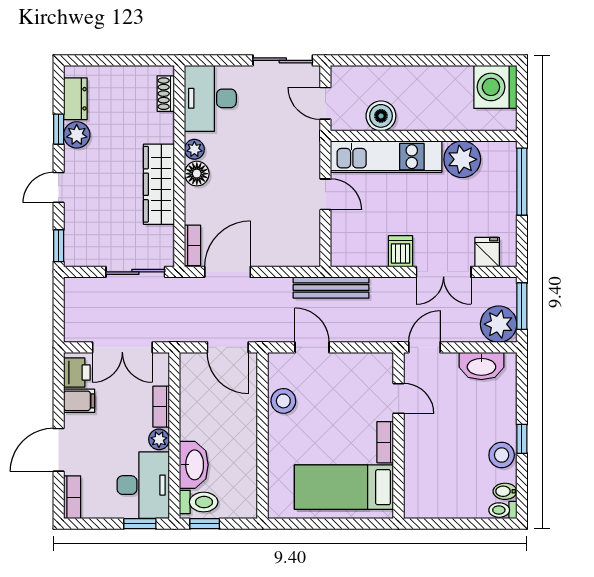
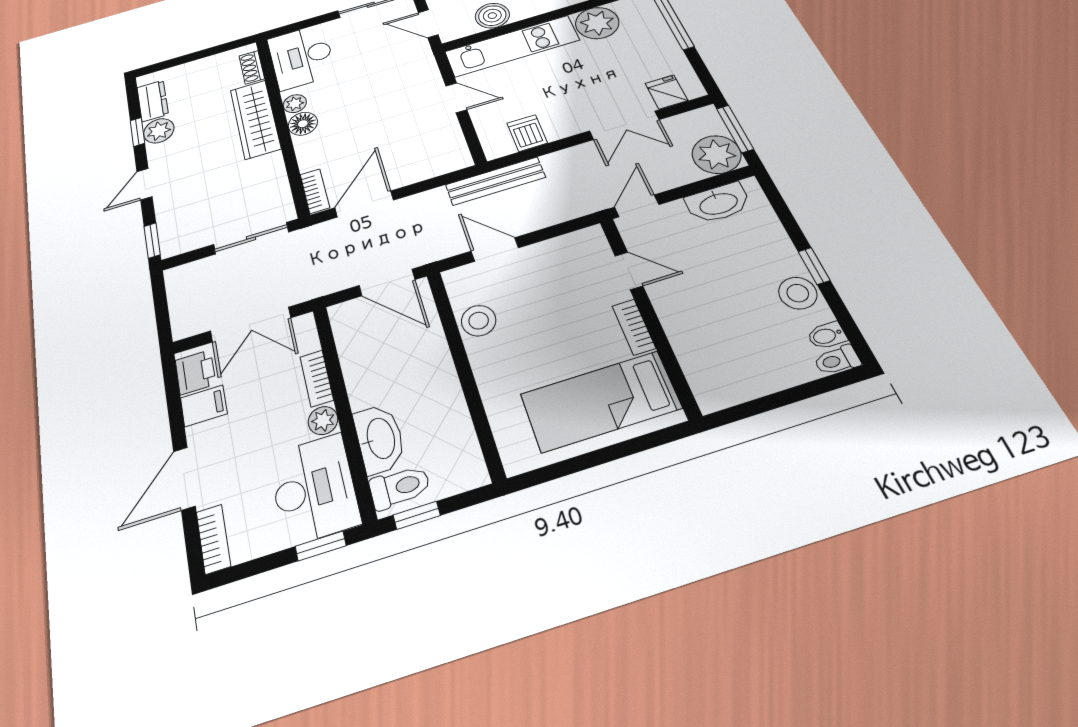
wardrobe: (159, 184) -> (255, 119), moved
dishwasher: (400, 251) -> (527, 133), moved

